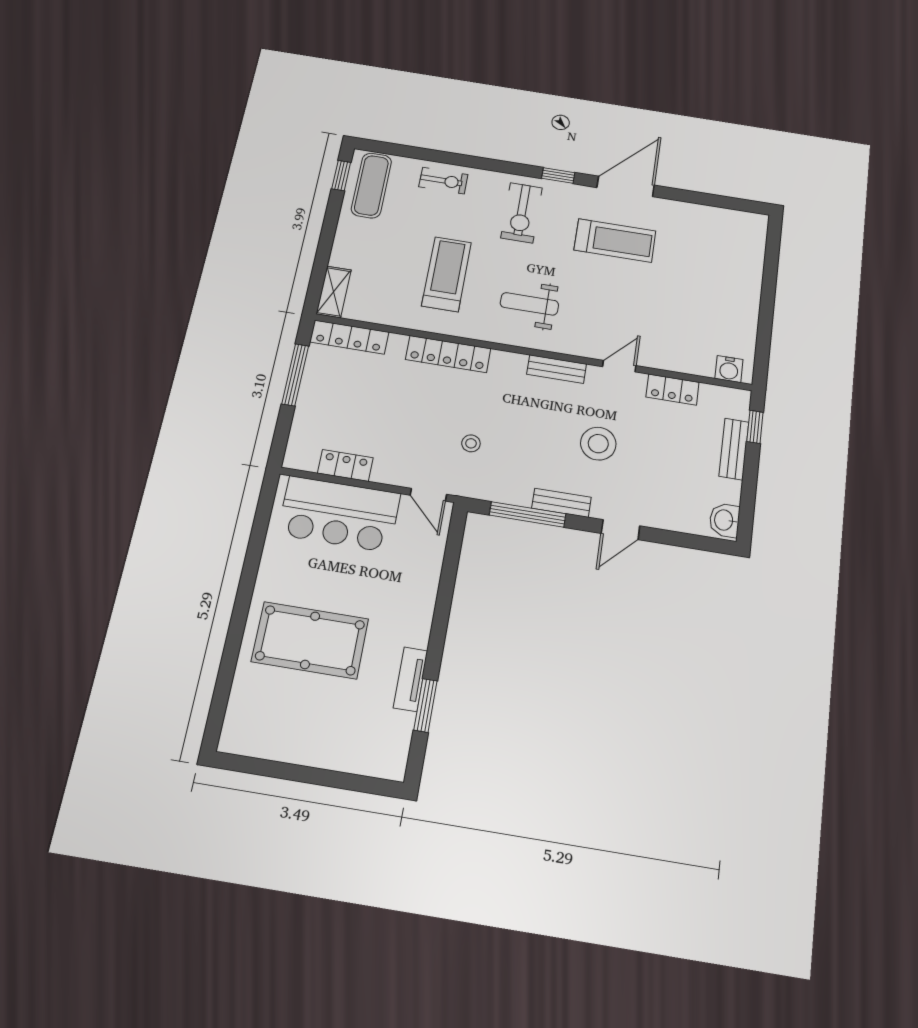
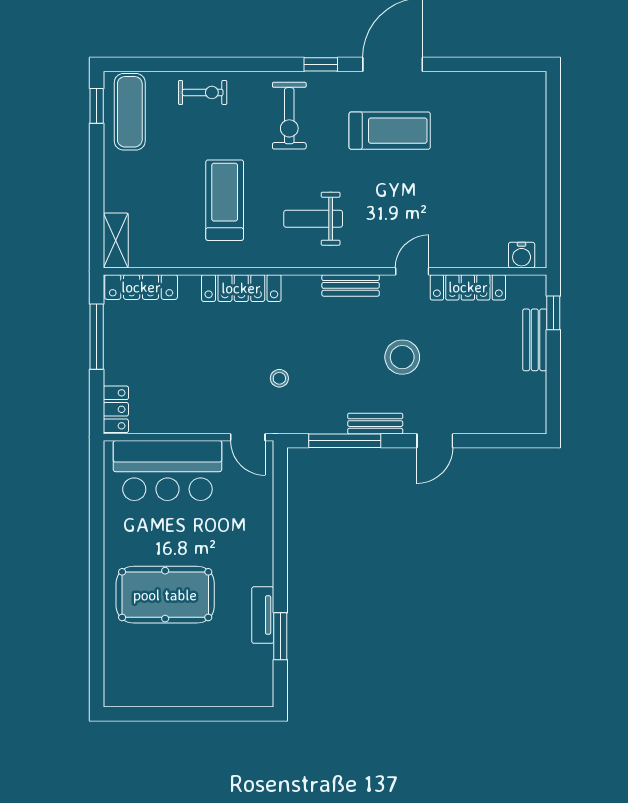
locker: (672, 390) -> (468, 287), width x1.53
locker: (345, 465) -> (116, 409), moved, turned 90
washbasin: (724, 520) -> (533, 414), removed

